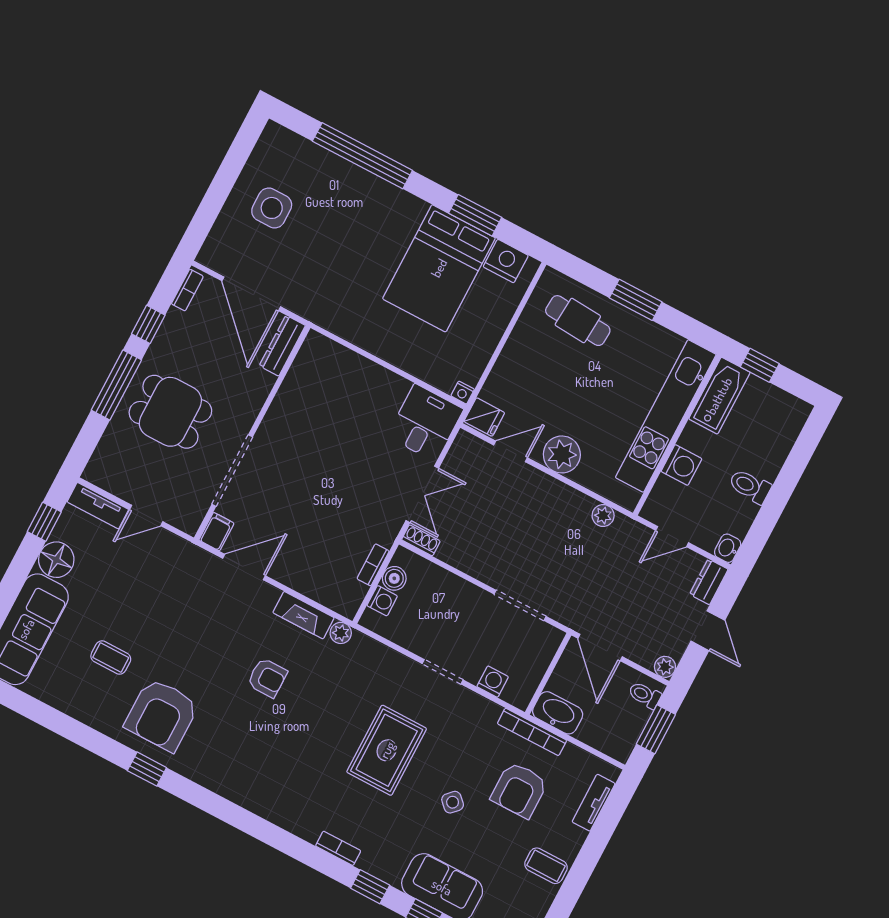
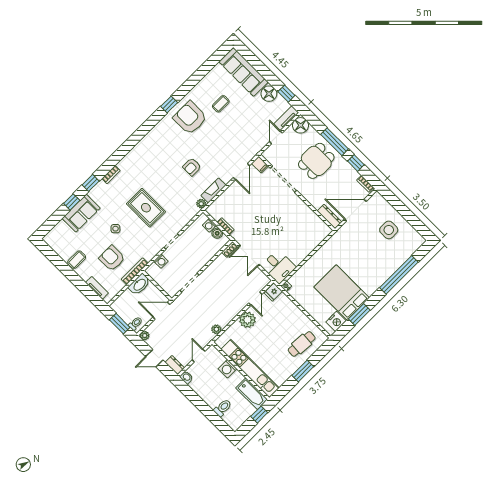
floor lamp: (104, 470) -> (301, 125), added
toilet: (750, 486) -> (223, 408), moved

